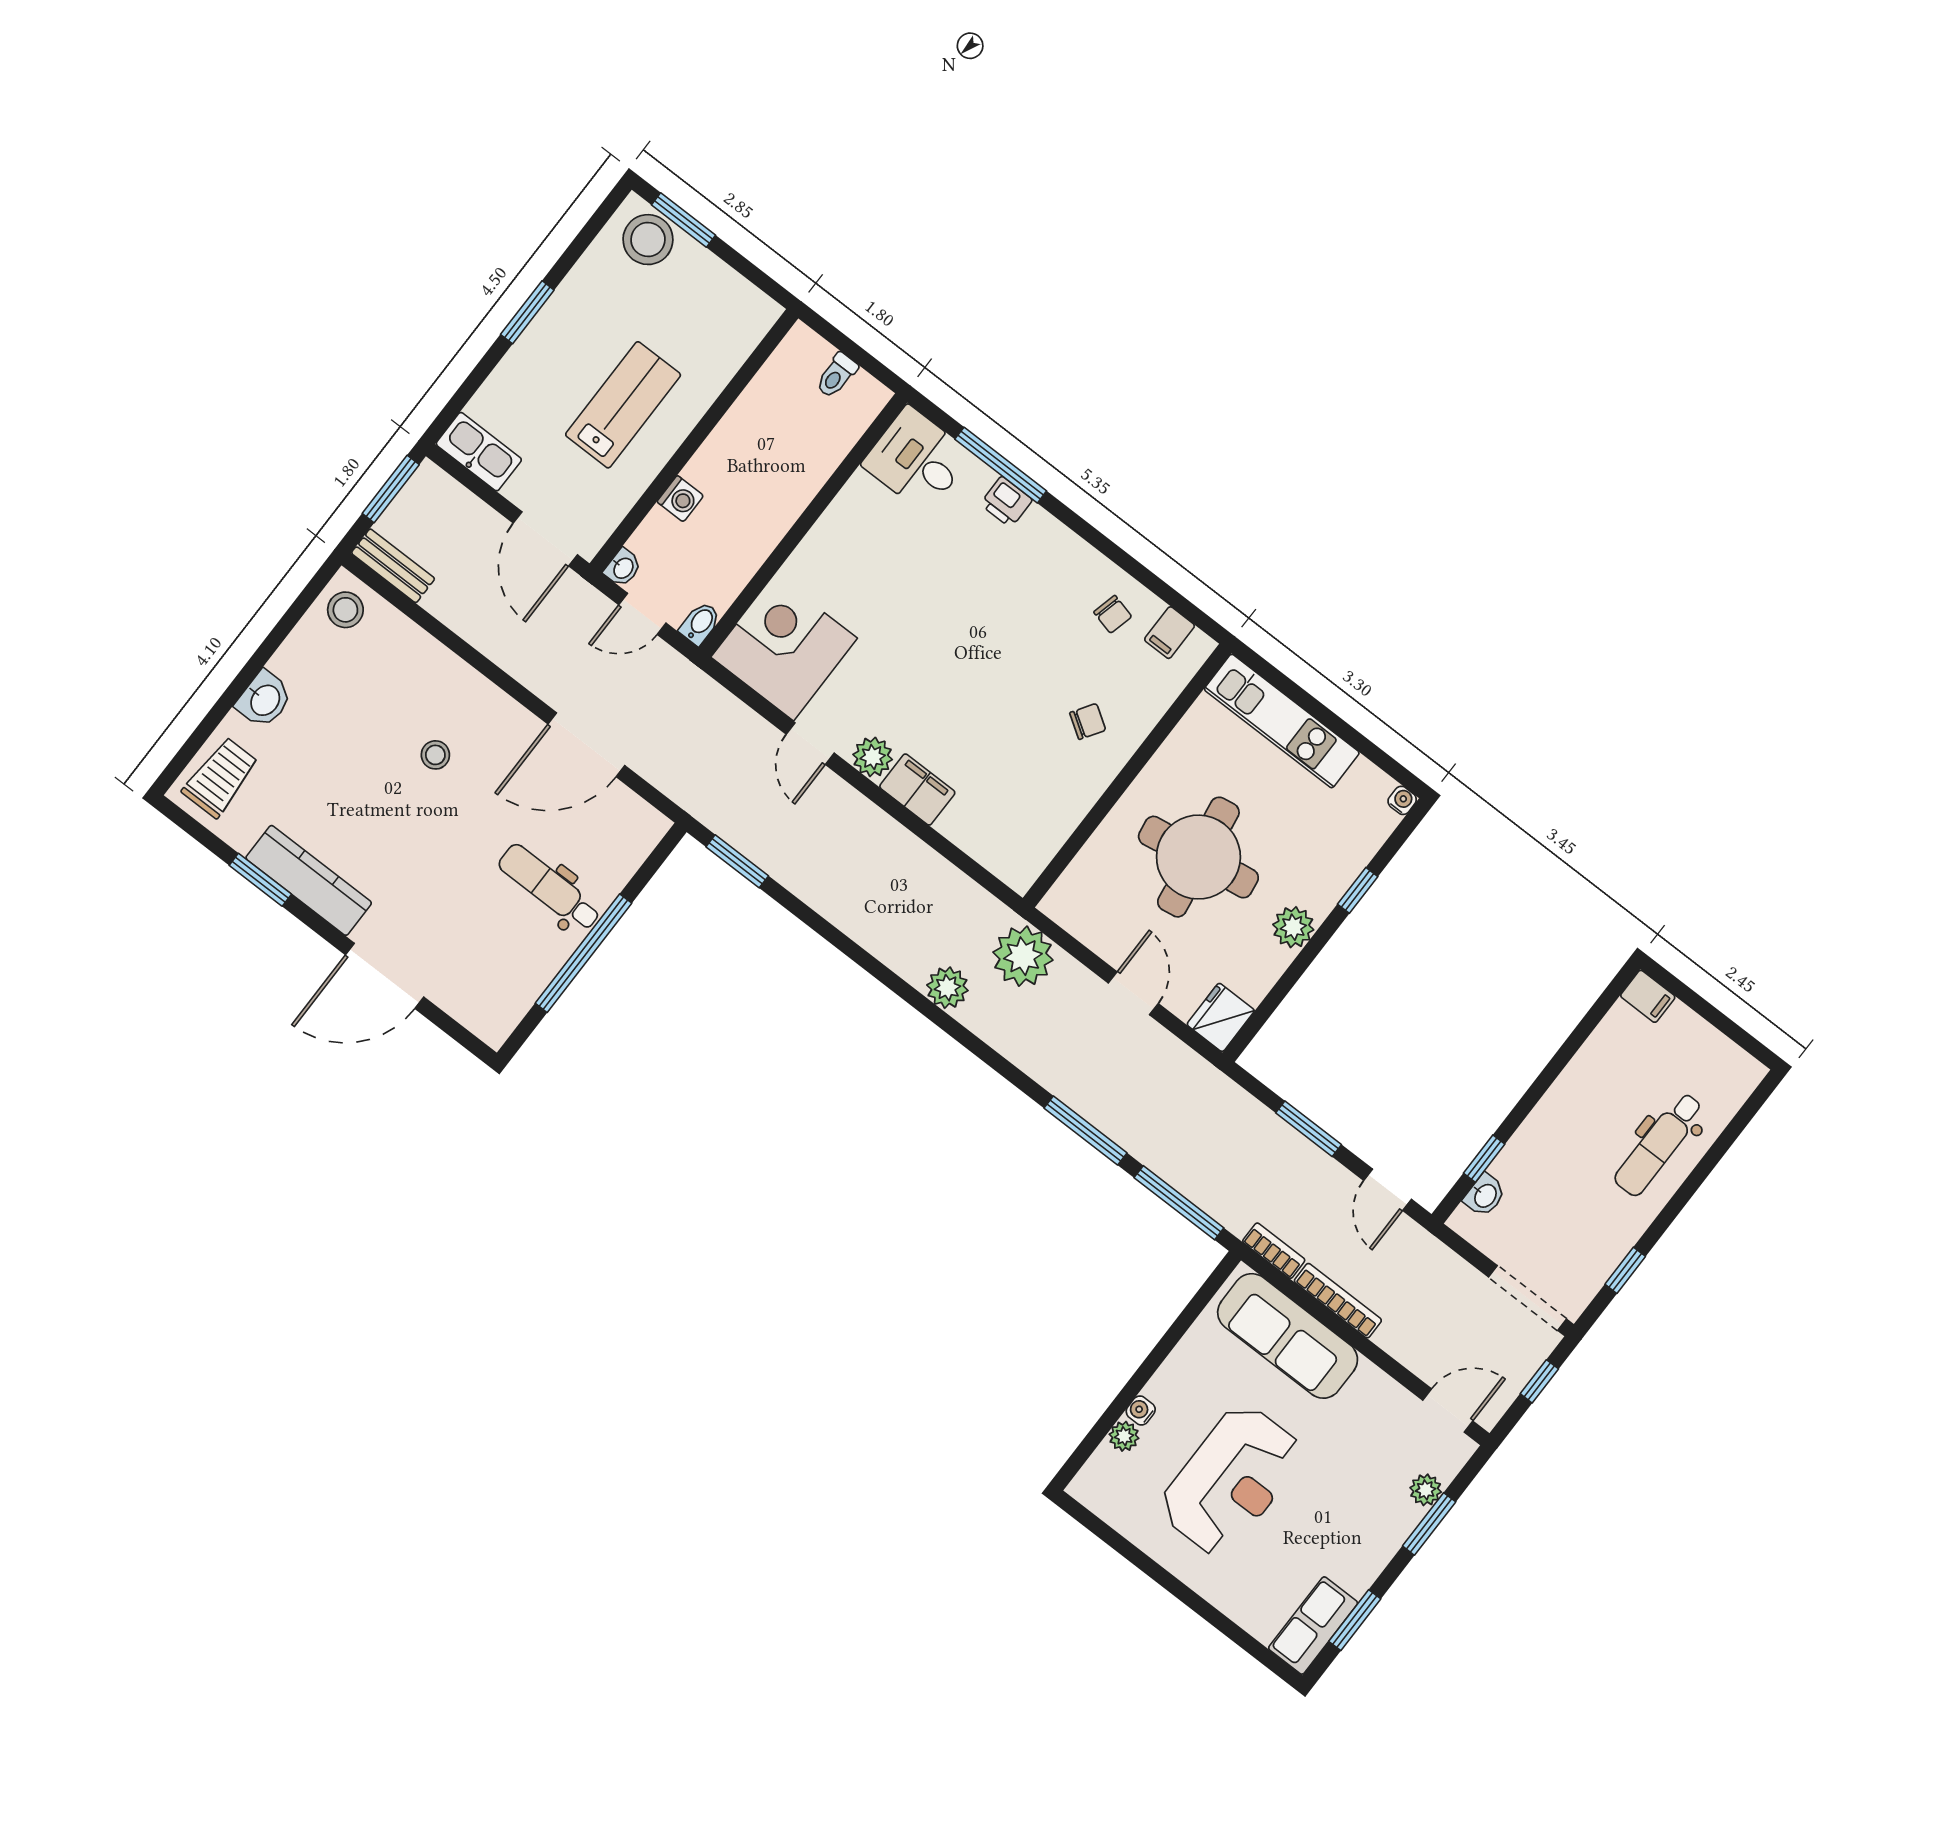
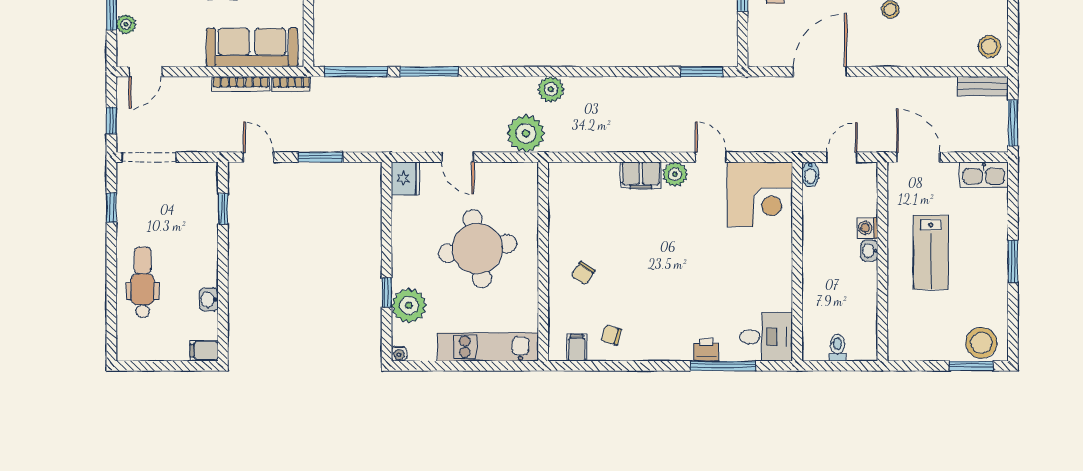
washbasin: (623, 568) -> (869, 251), moved
plant: (1293, 927) -> (409, 306), moved, width x1.36, depth x1.36
washbasin: (1485, 1195) -> (209, 300), moved

